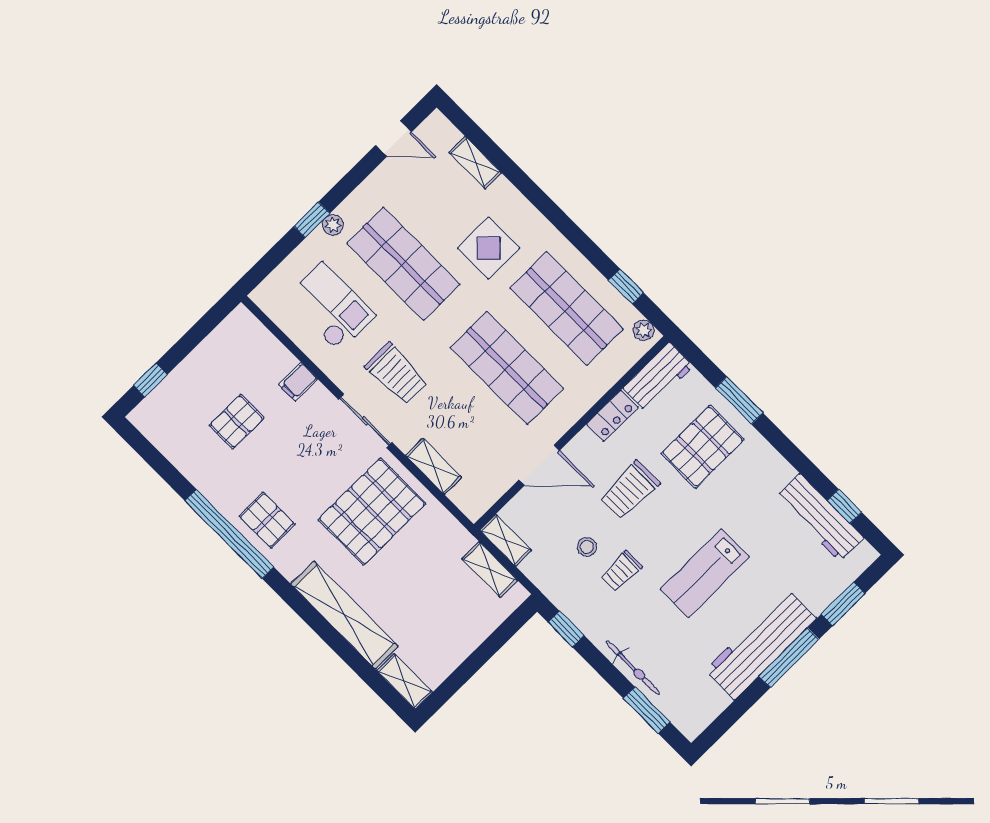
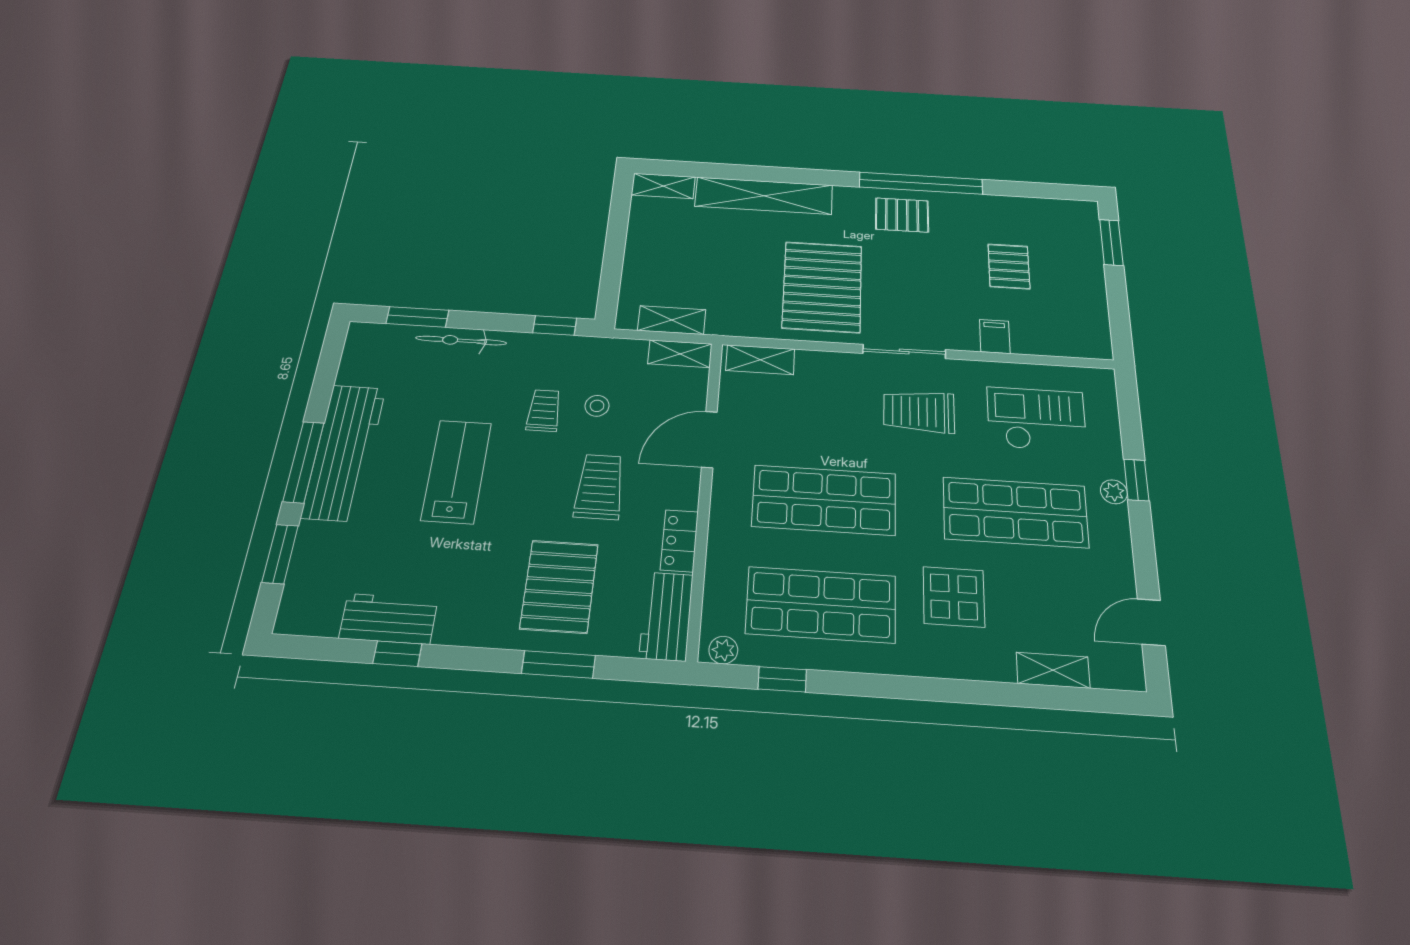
checkout: (330, 307) -> (1036, 419), turned 180
window: (150, 380) -> (1111, 242), width x1.50
shelving: (434, 466) -> (760, 360), moved
window: (844, 506) -> (397, 654), moved
workbench: (820, 518) -> (389, 619), width x0.73

